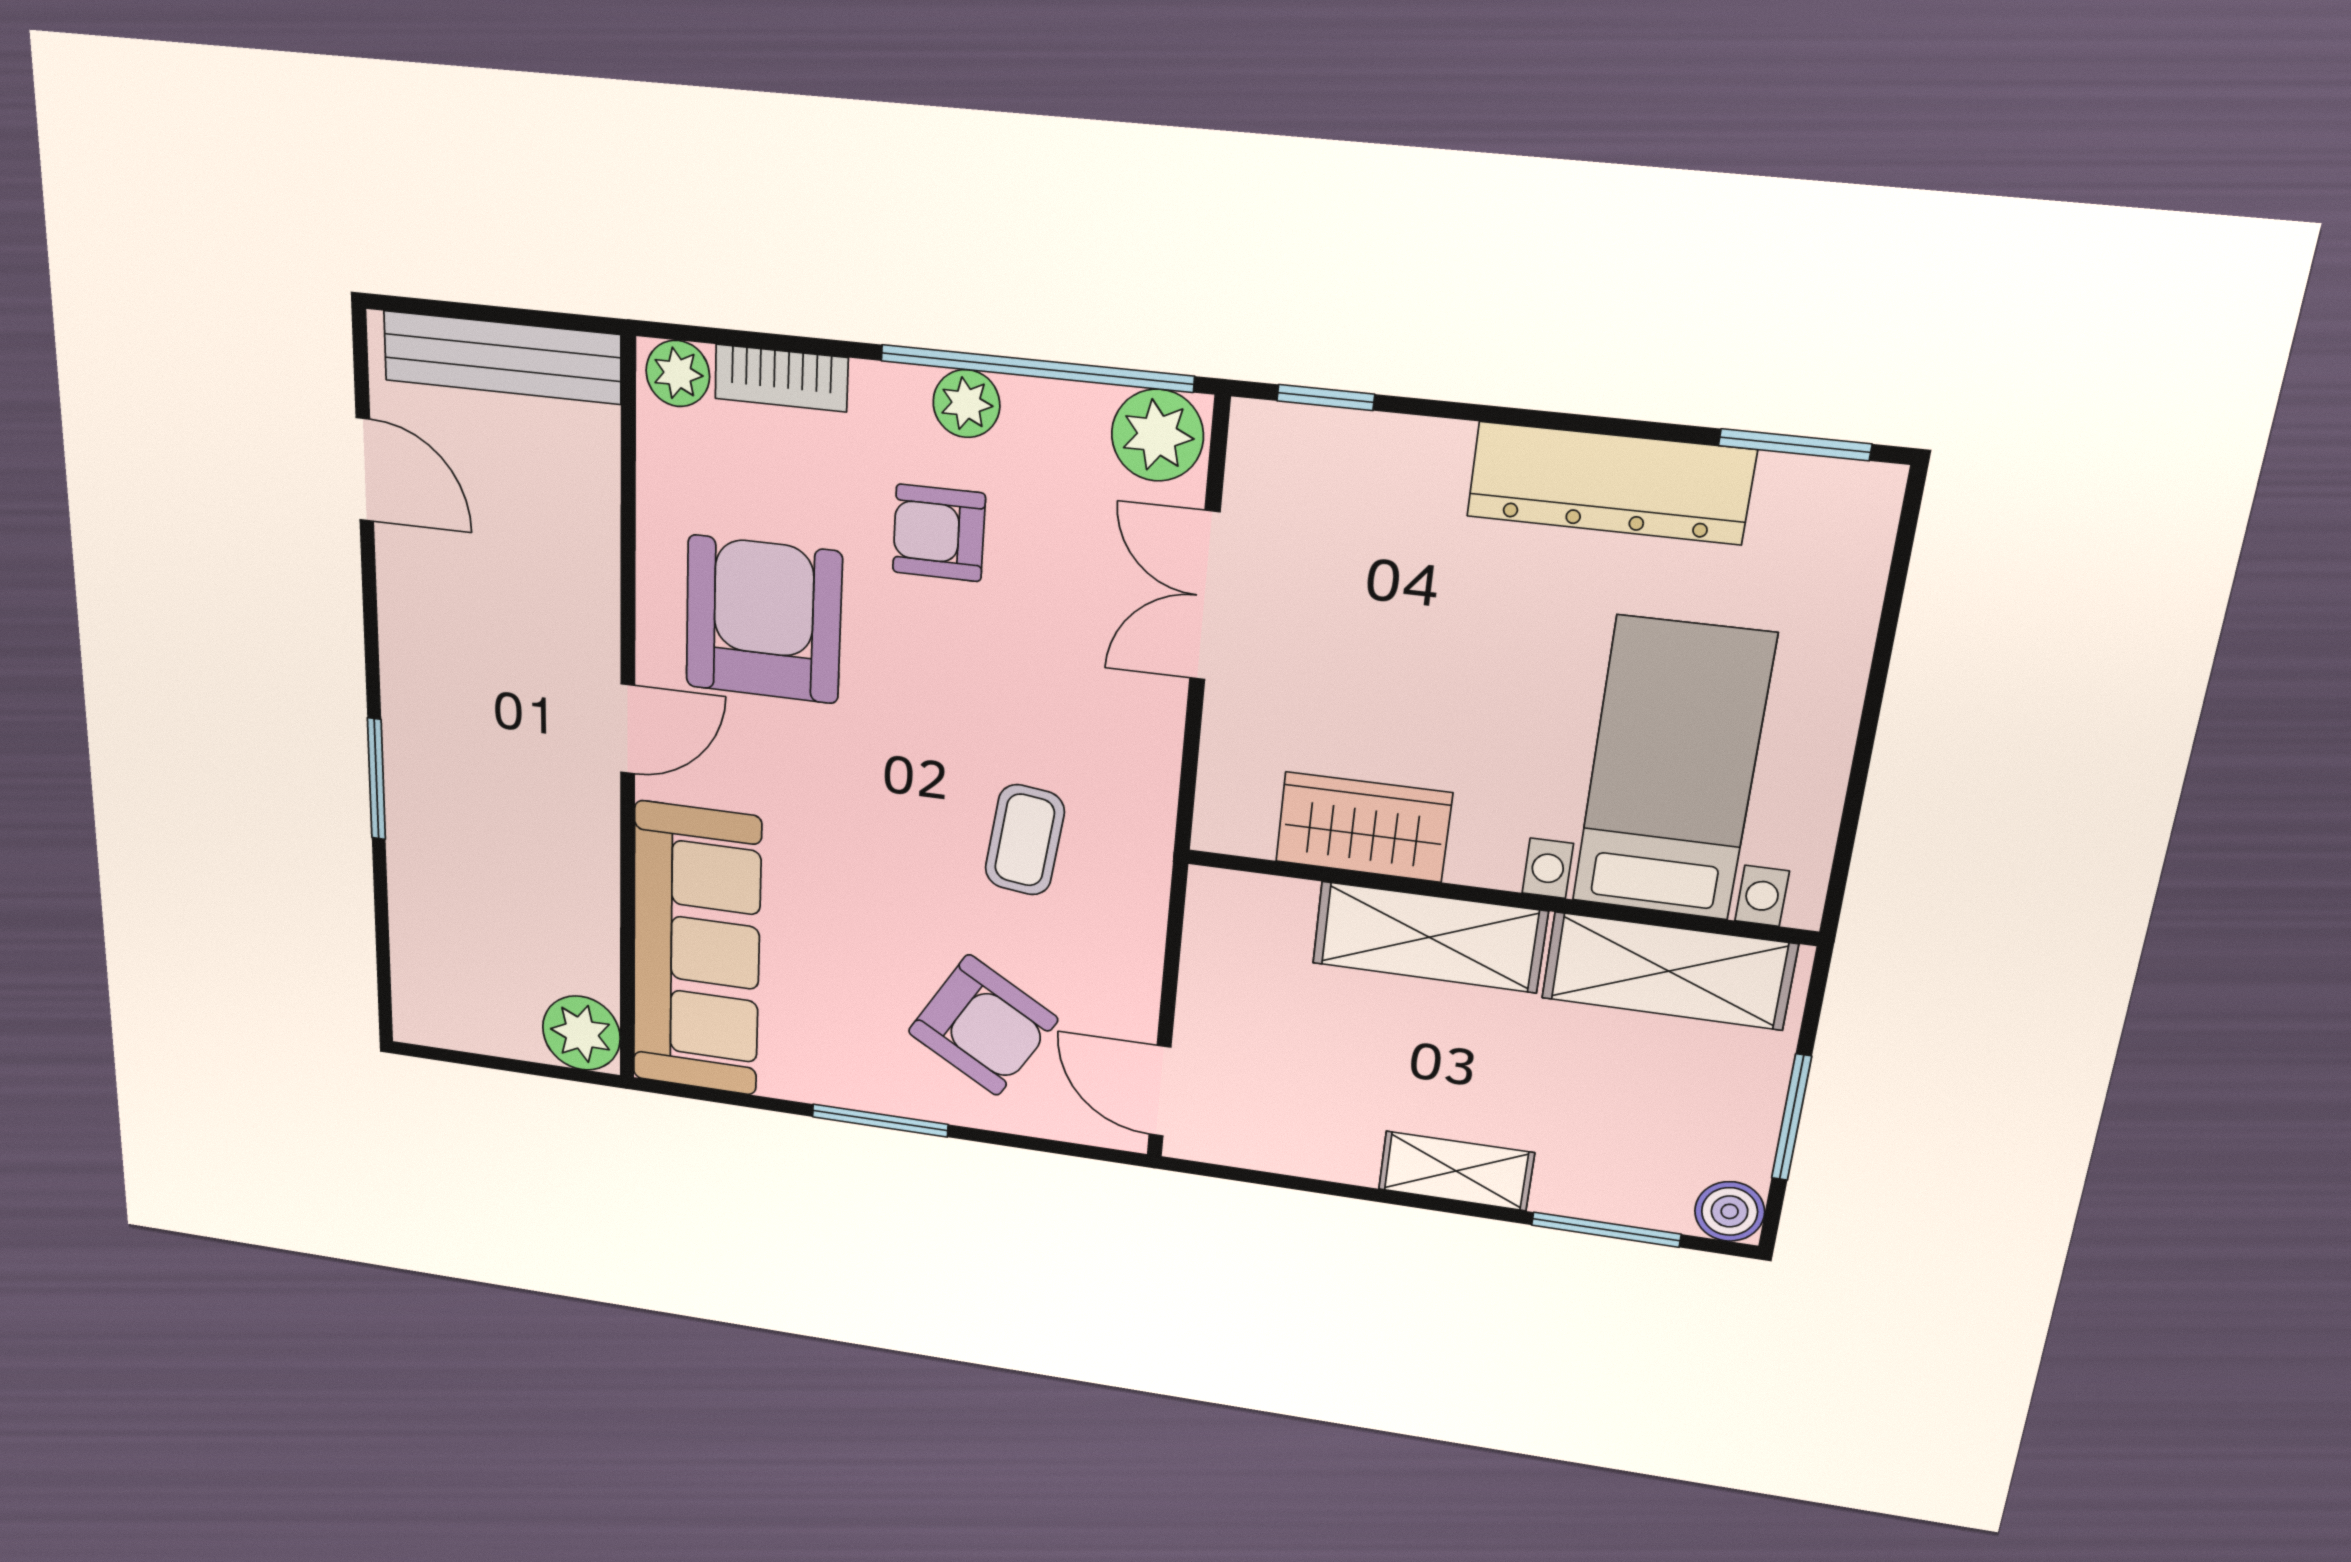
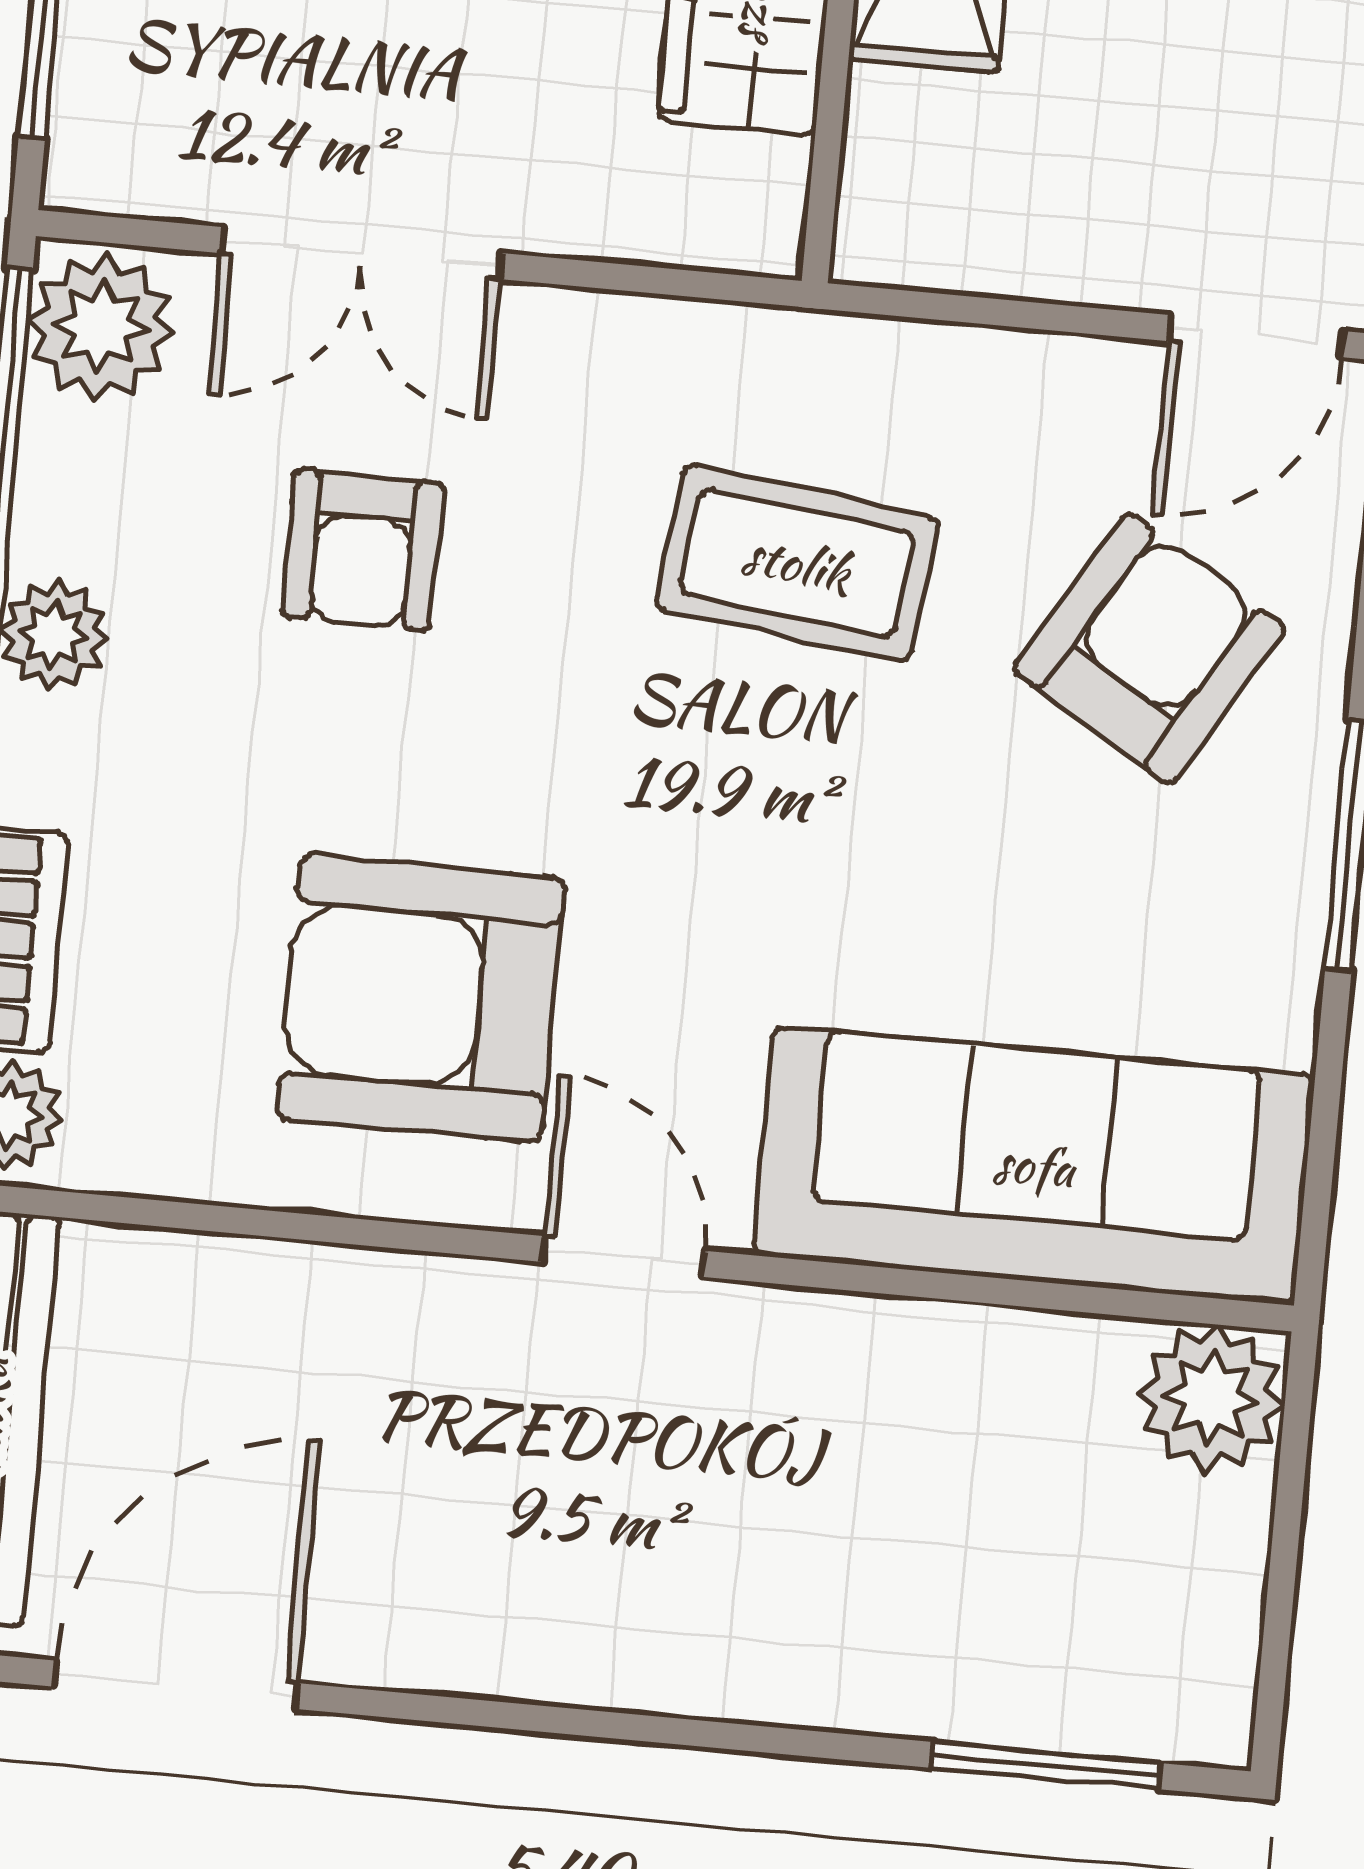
door: (365, 470) -> (176, 1685), width x1.38
armchair: (939, 533) -> (363, 550), moved
window: (376, 779) -> (1046, 1766), moved
coffee table: (1025, 840) -> (797, 563), width x1.36, depth x1.30

